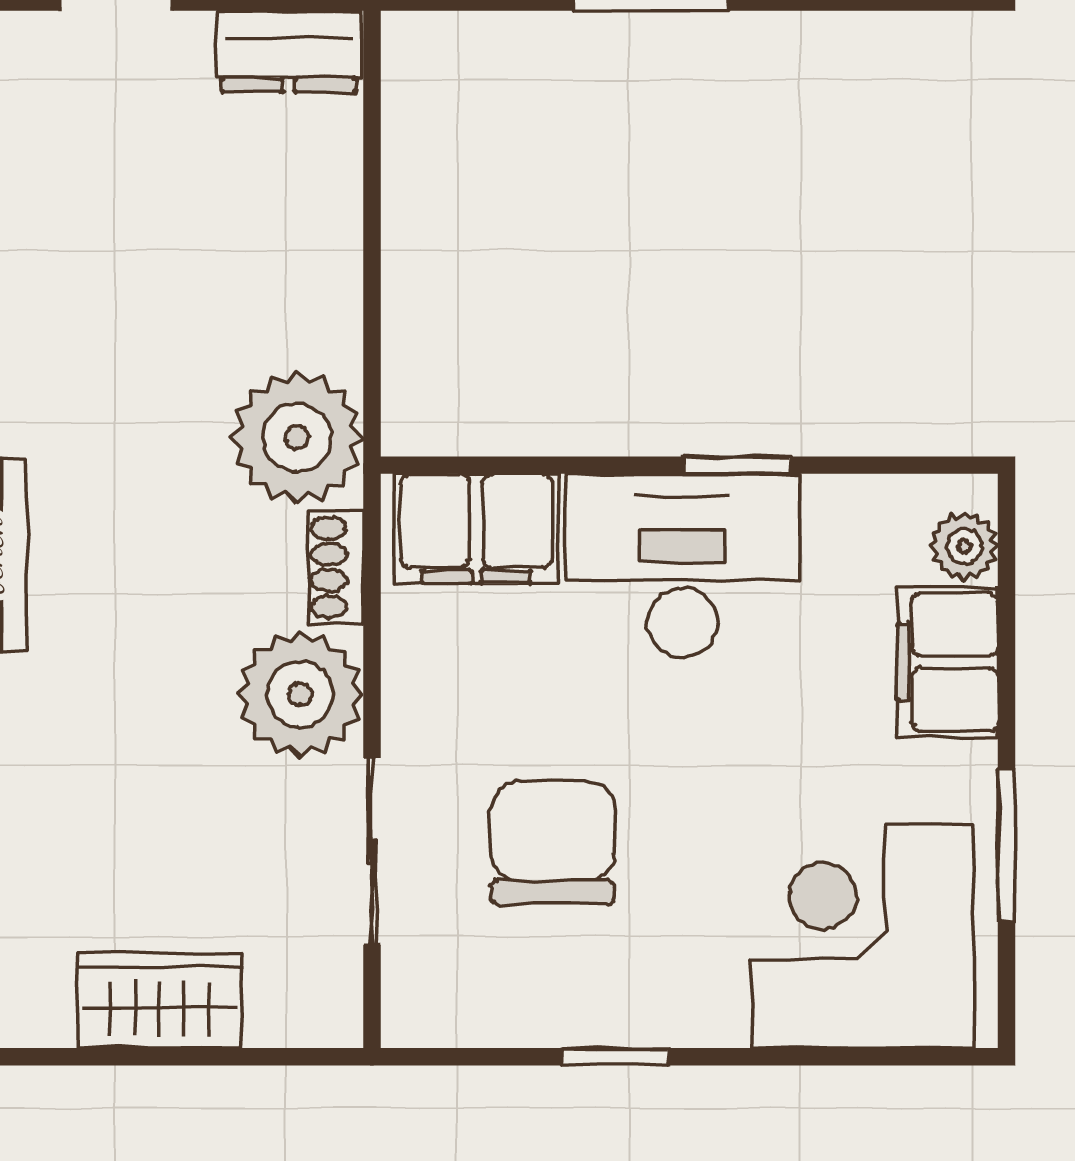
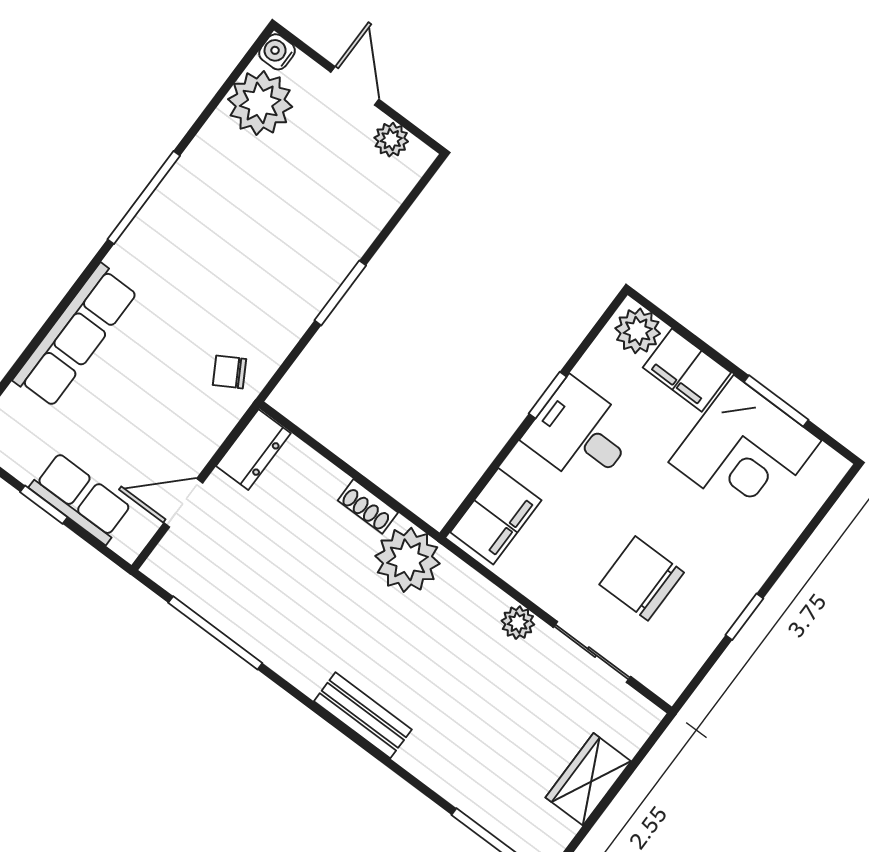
plant: (964, 546) -> (638, 331), width x1.38, depth x1.38
desk: (682, 566) -> (580, 434), width x0.73
shoe rack: (336, 567) -> (368, 506), moved
plant: (300, 694) -> (518, 623), width x0.53, depth x0.53
corner desk: (863, 936) -> (745, 451), moved, turned -90

